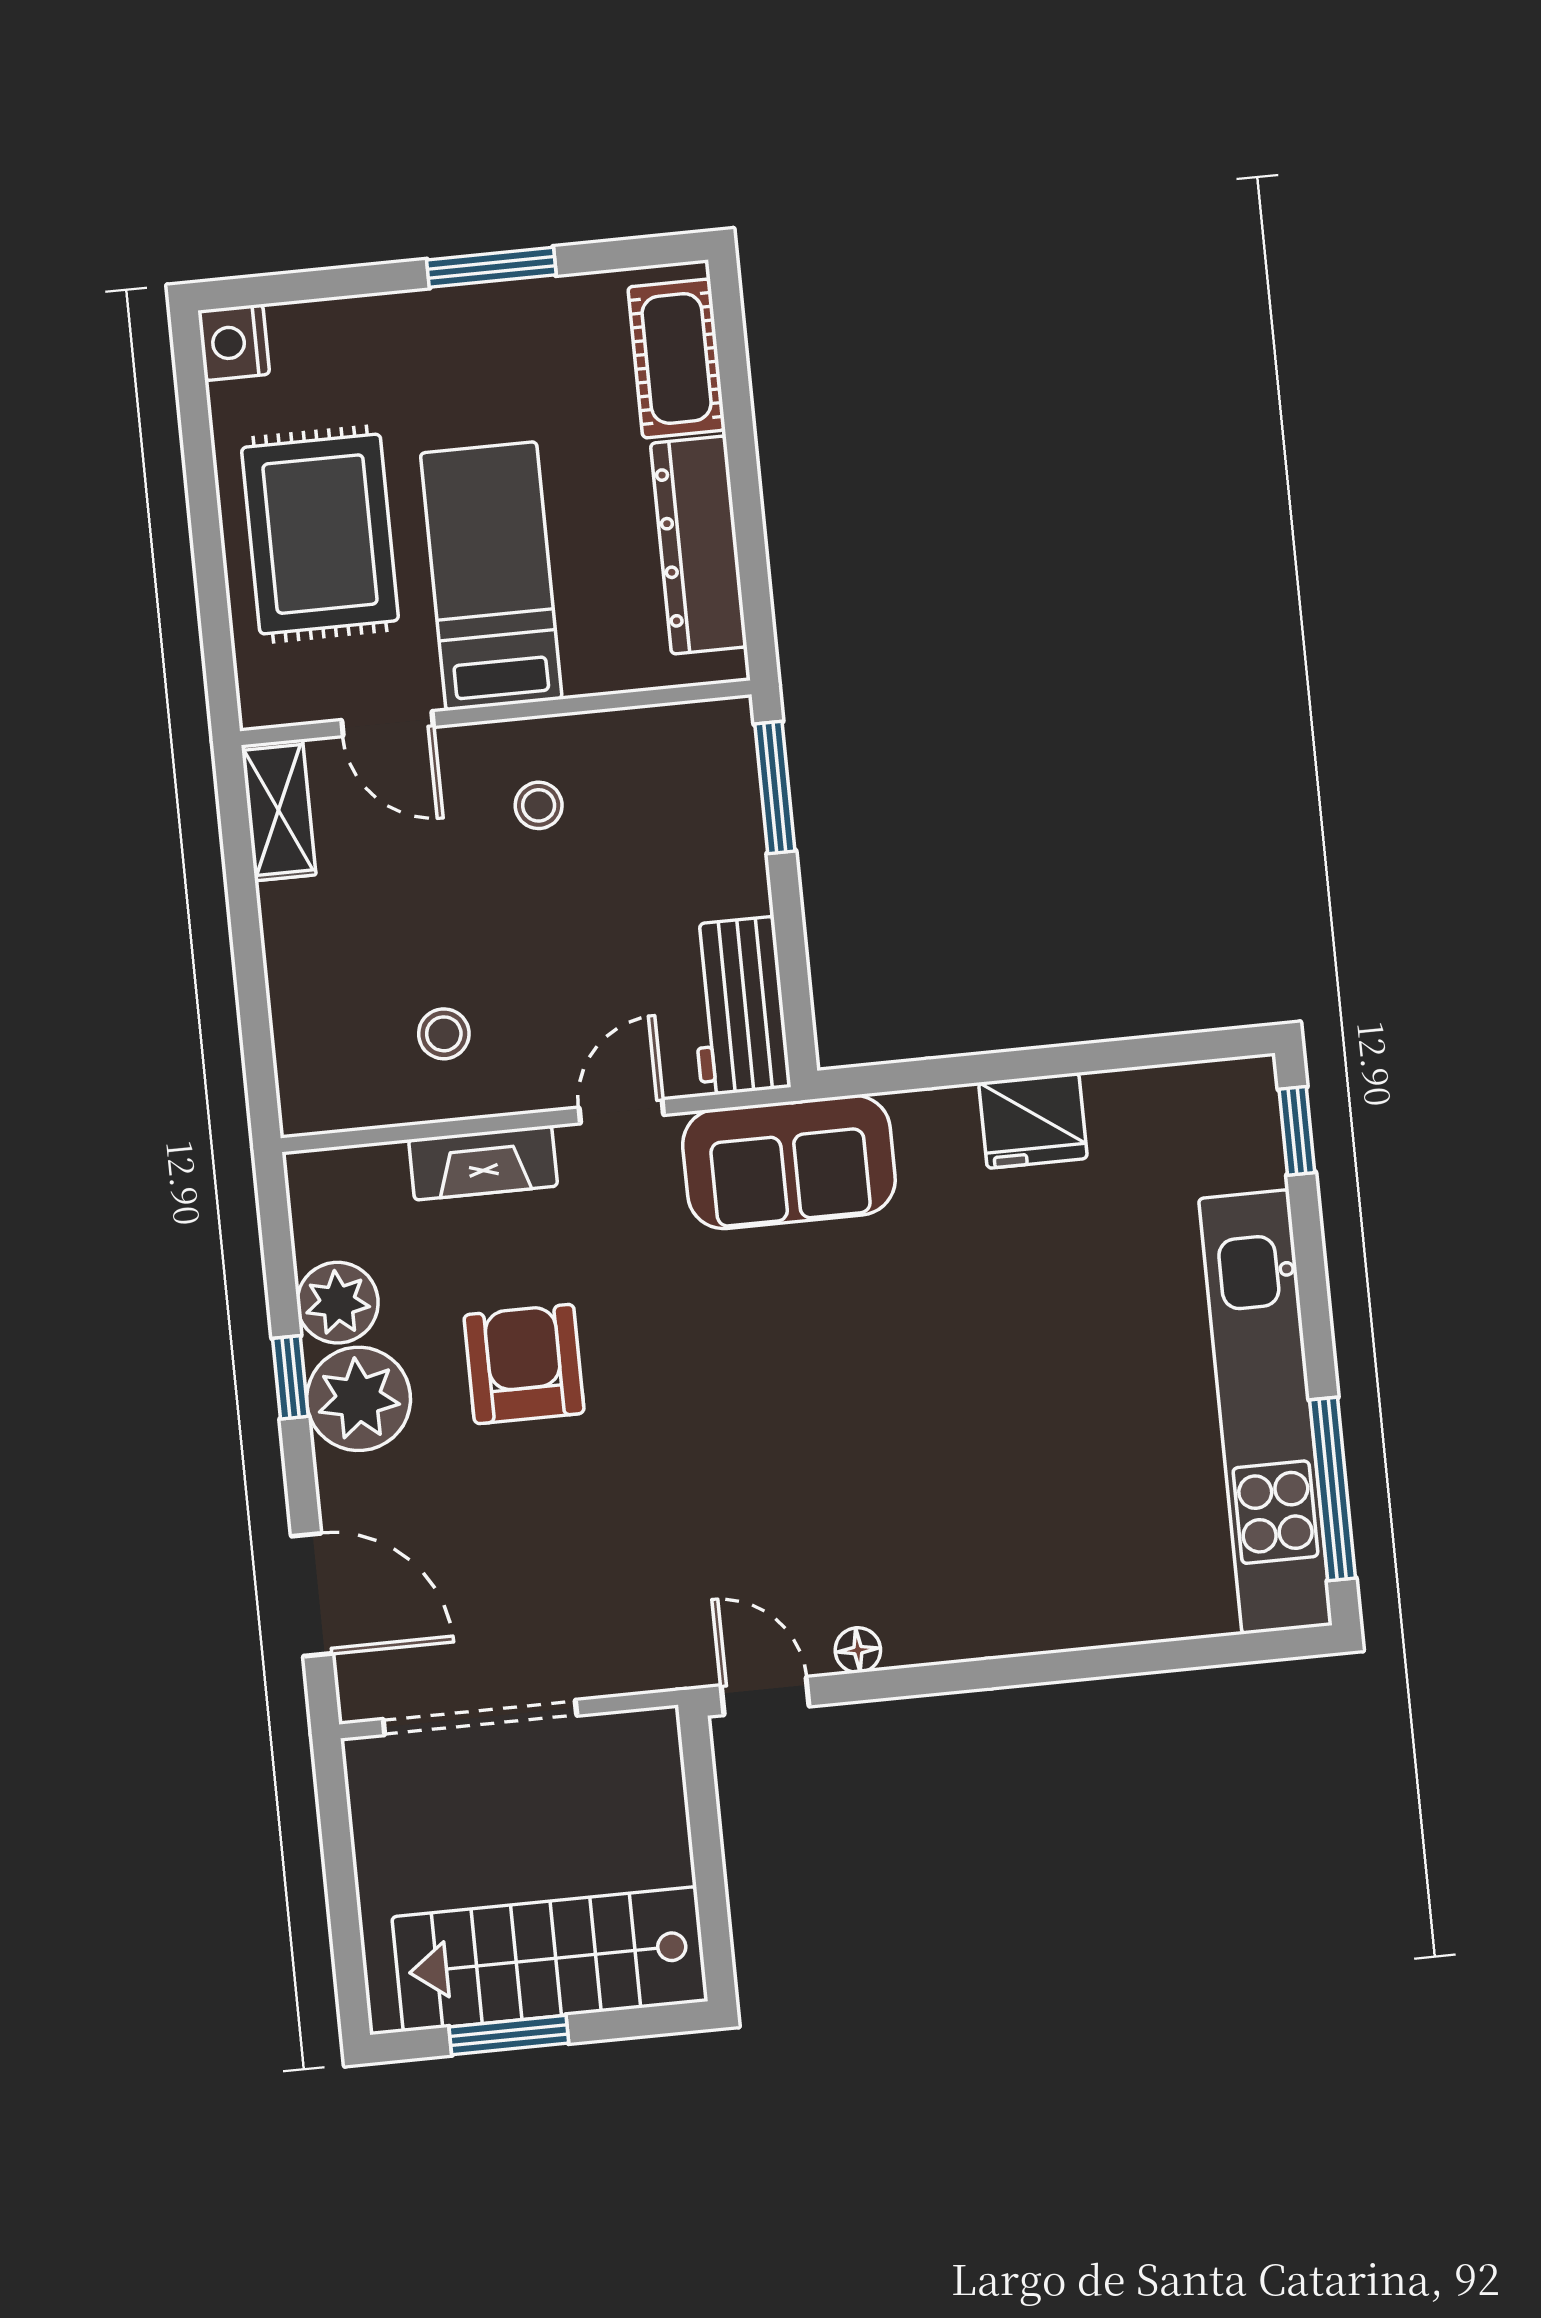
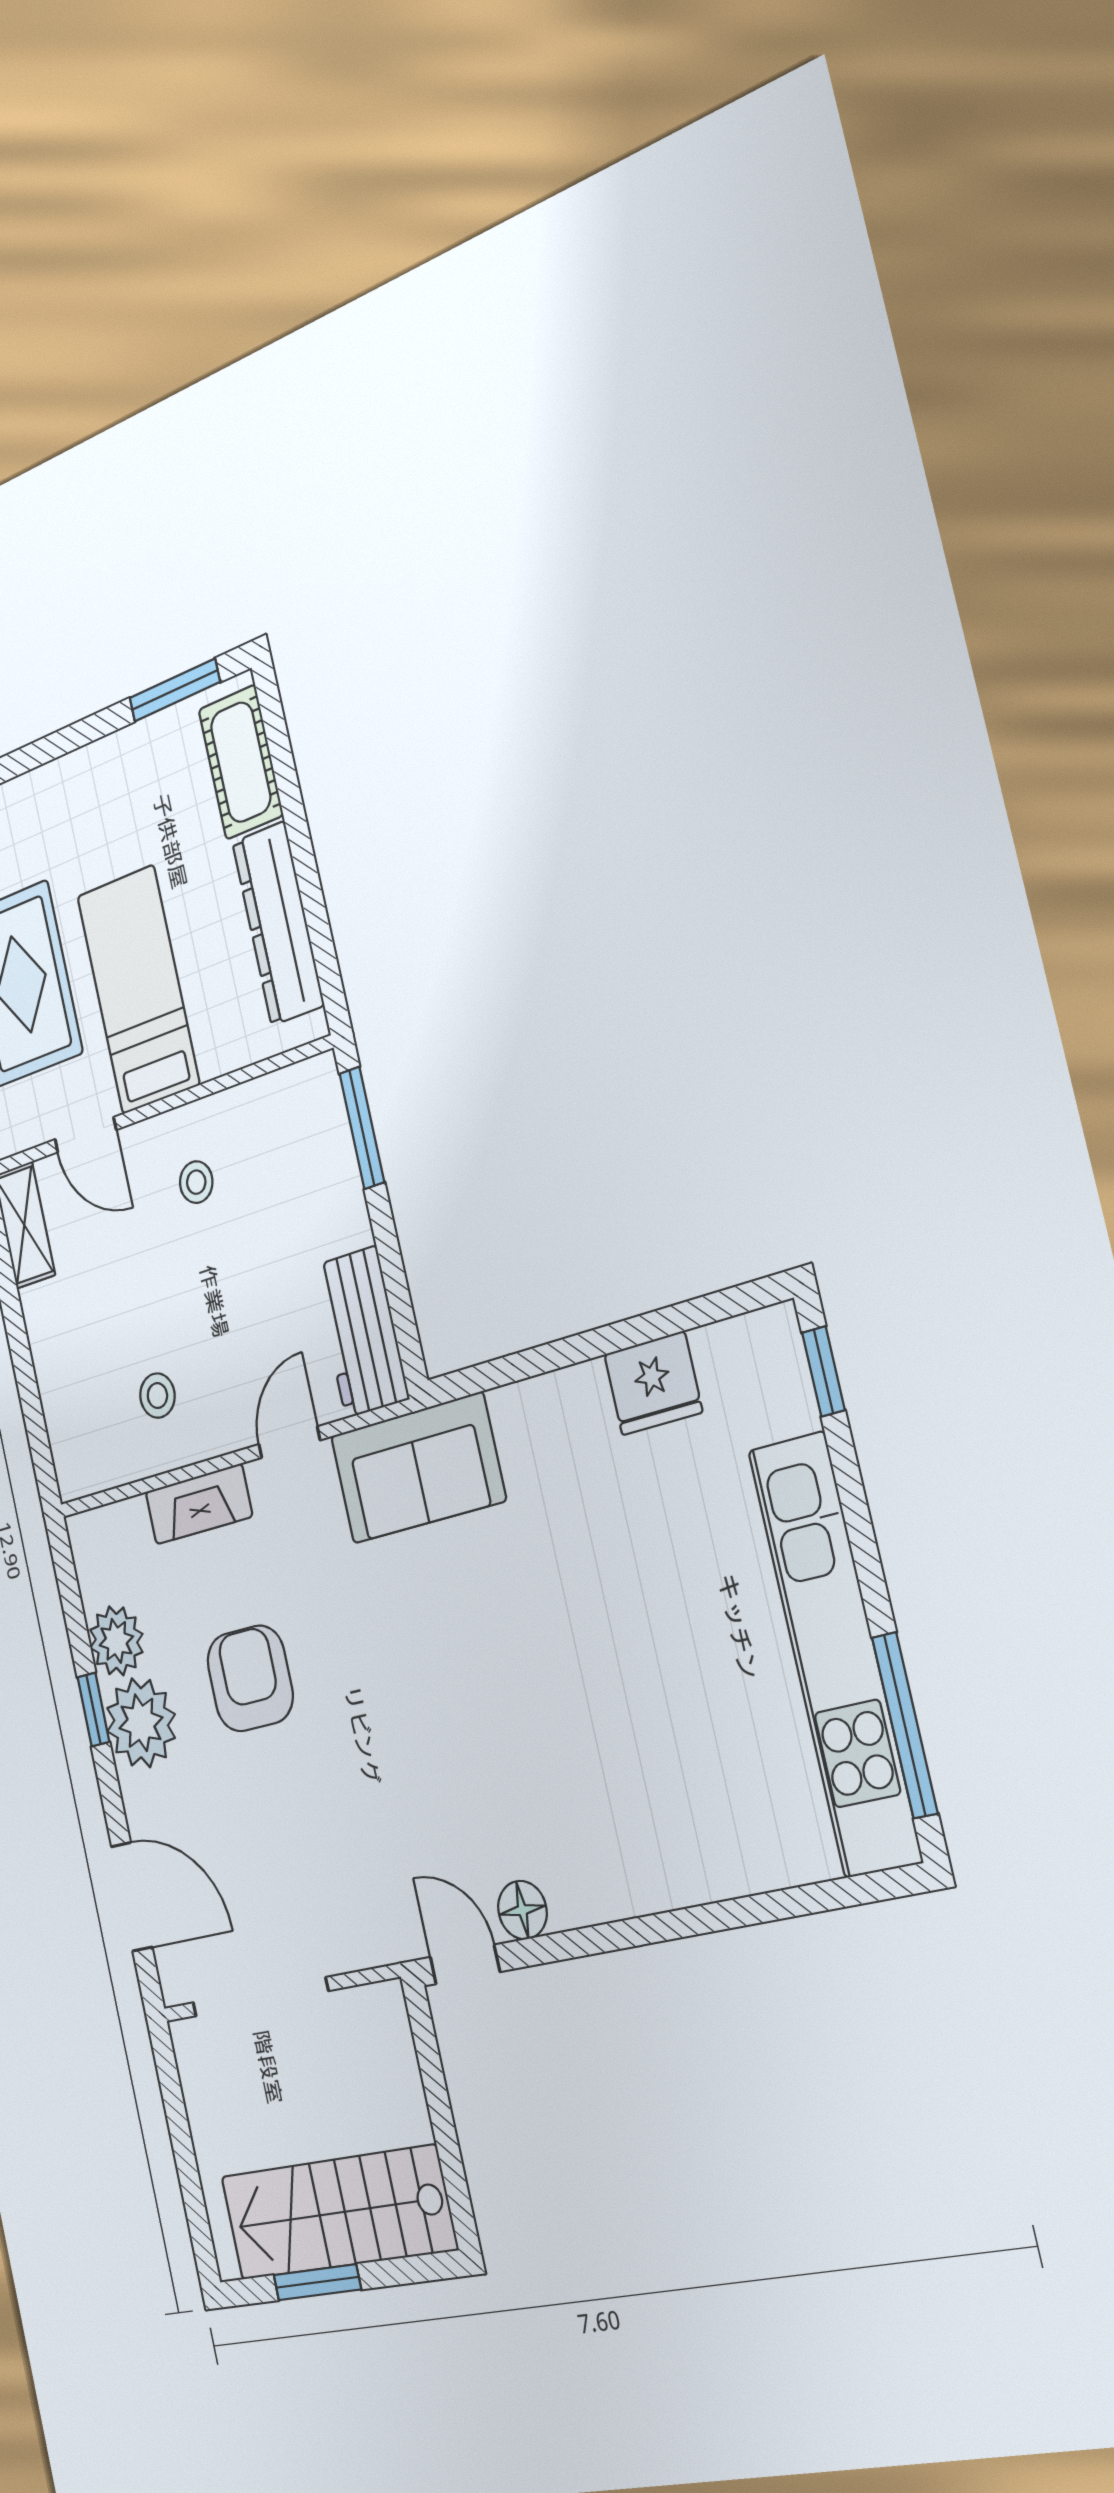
window: (491, 267) -> (175, 690), moved
fridge: (1033, 1121) -> (653, 1383), moved
floor lamp: (858, 1650) -> (522, 1910), width x1.37, depth x1.37

